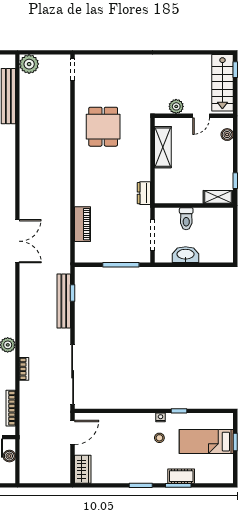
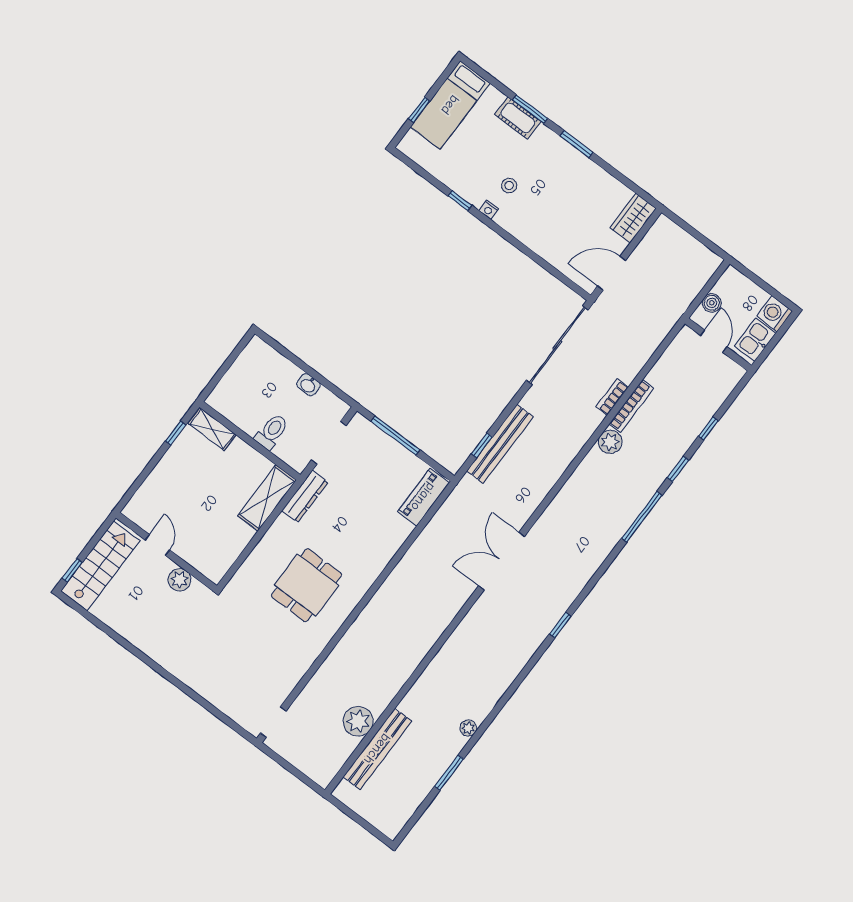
plant: (29, 64) -> (358, 721), moved
door: (201, 116) -> (157, 545), hinge flipped
dining table: (103, 127) -> (307, 585), moved
boiler: (227, 135) -> (143, 498), removed
shelving: (163, 147) -> (267, 498), moved
dresser: (144, 193) -> (305, 496), width x1.44
piano: (82, 224) -> (423, 497), moved
washbasin: (186, 255) -> (308, 385), width x0.52, depth x0.69
bookcase: (11, 408) -> (631, 406), moved
bed: (206, 442) -> (450, 105), moved, turned 90

